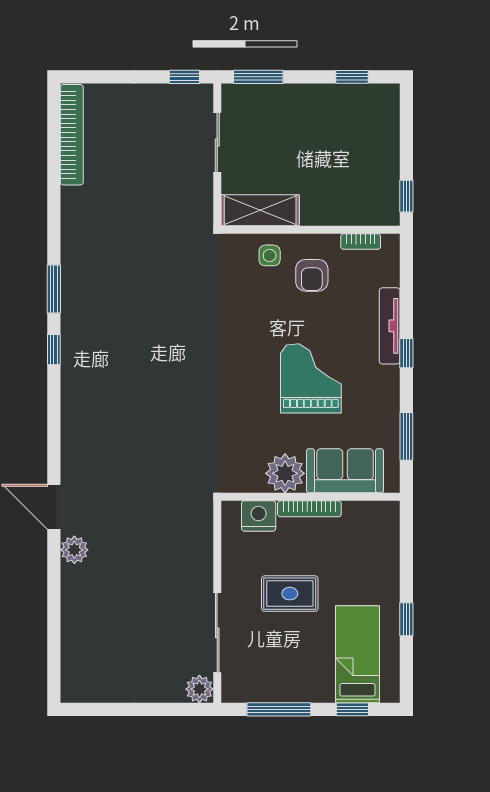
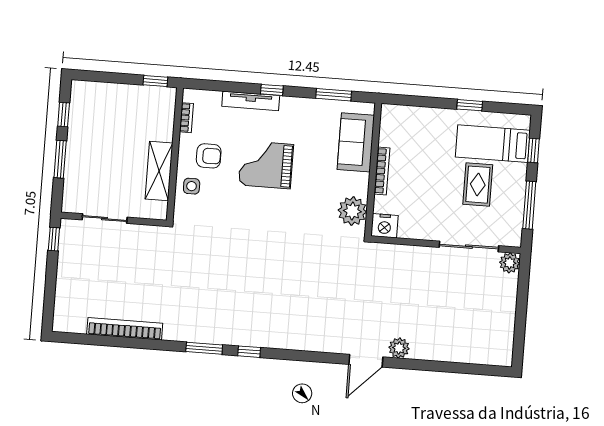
window: (258, 77) -> (60, 159), moved
bookcase: (72, 135) -> (125, 329), moved
shelving: (260, 210) -> (159, 171), moved
grand piano: (311, 378) -> (266, 165), moved
plant: (285, 473) -> (352, 211), moved
nightstand: (259, 516) -> (384, 226), moved, turned -90
rug: (290, 594) -> (478, 185), moved

